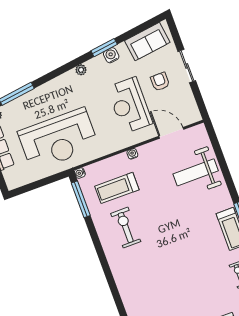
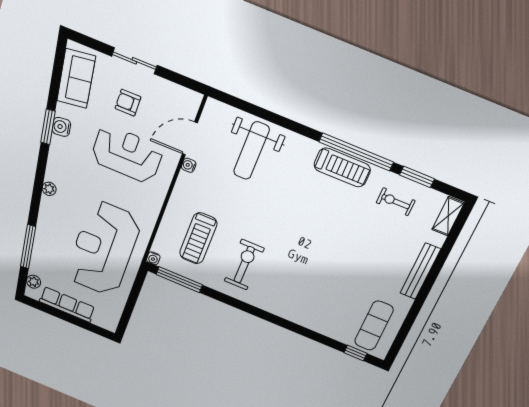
plant: (81, 70) -> (49, 189), moved
reception desk: (130, 105) -> (127, 154), turned 180
reception desk: (58, 139) -> (103, 249), turned 180
water cooler: (132, 154) -> (189, 165), moved
exercise bike: (126, 227) -> (244, 265), turned 90

